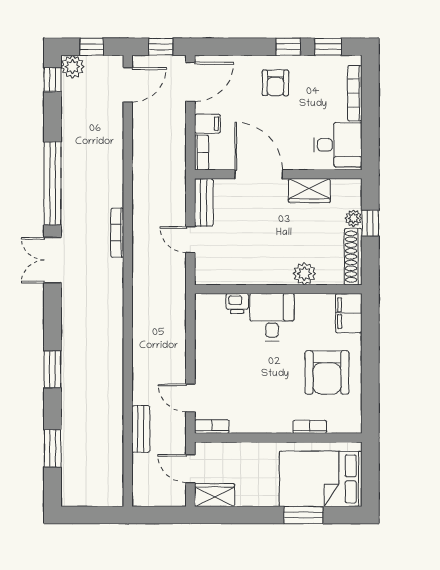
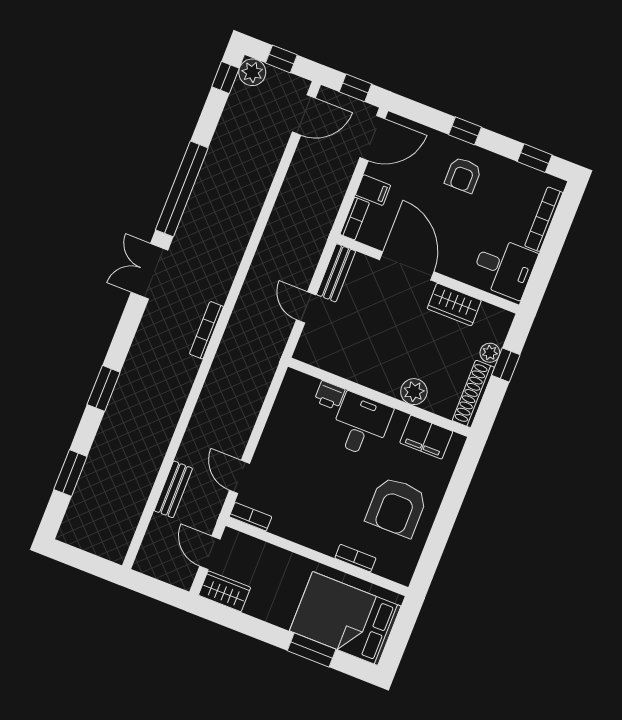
window: (288, 47) -> (465, 131), moved
bookcase: (117, 233) -> (206, 330), moved
filing cabinet: (349, 313) -> (426, 437), moved, turned -90

